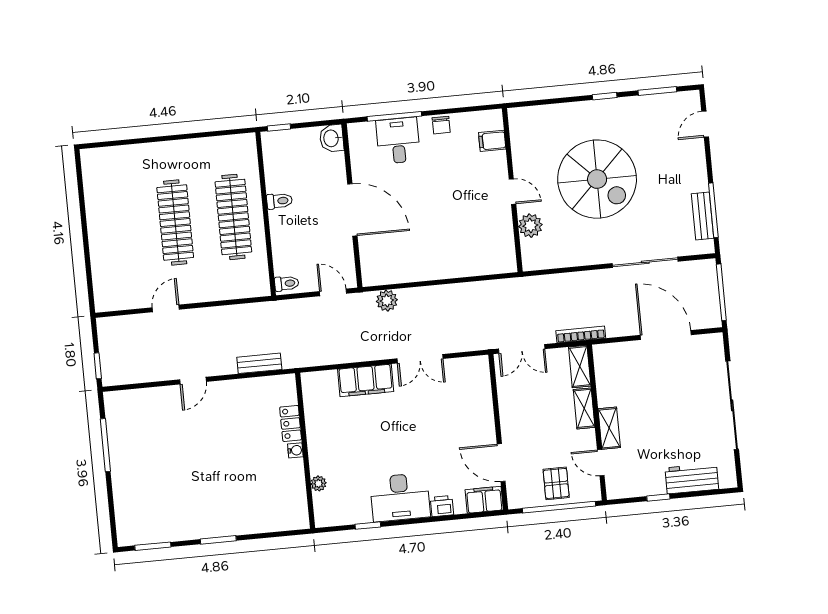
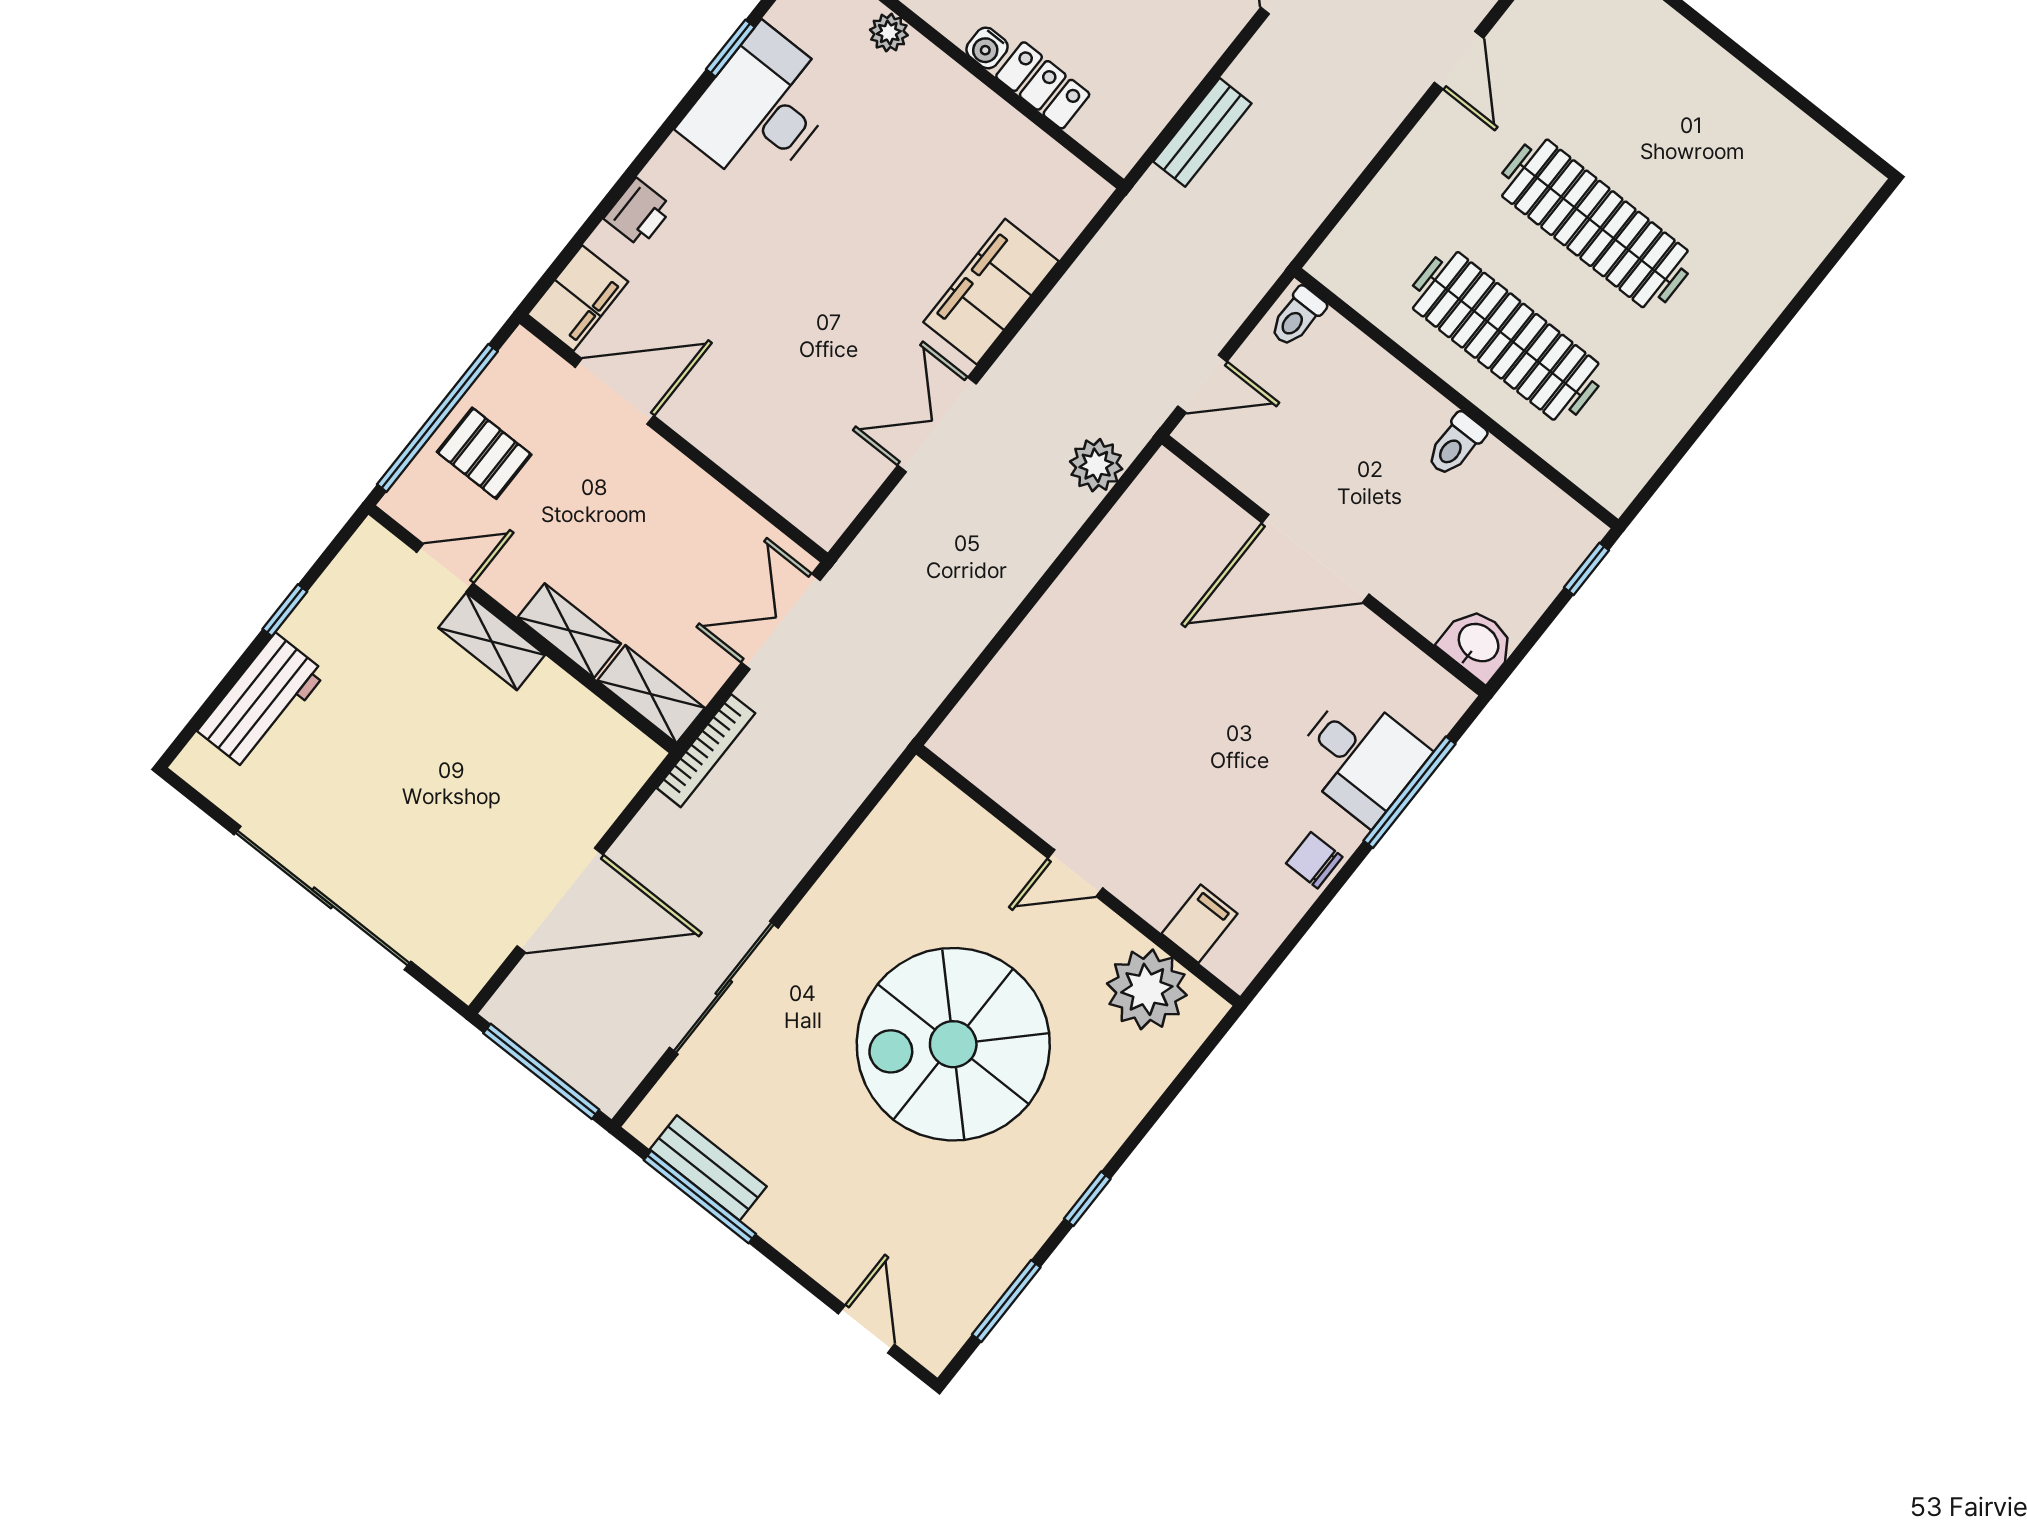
plant: (530, 226) -> (1147, 989), moved, width x1.36, depth x1.36
desk: (400, 497) -> (761, 108), moved

